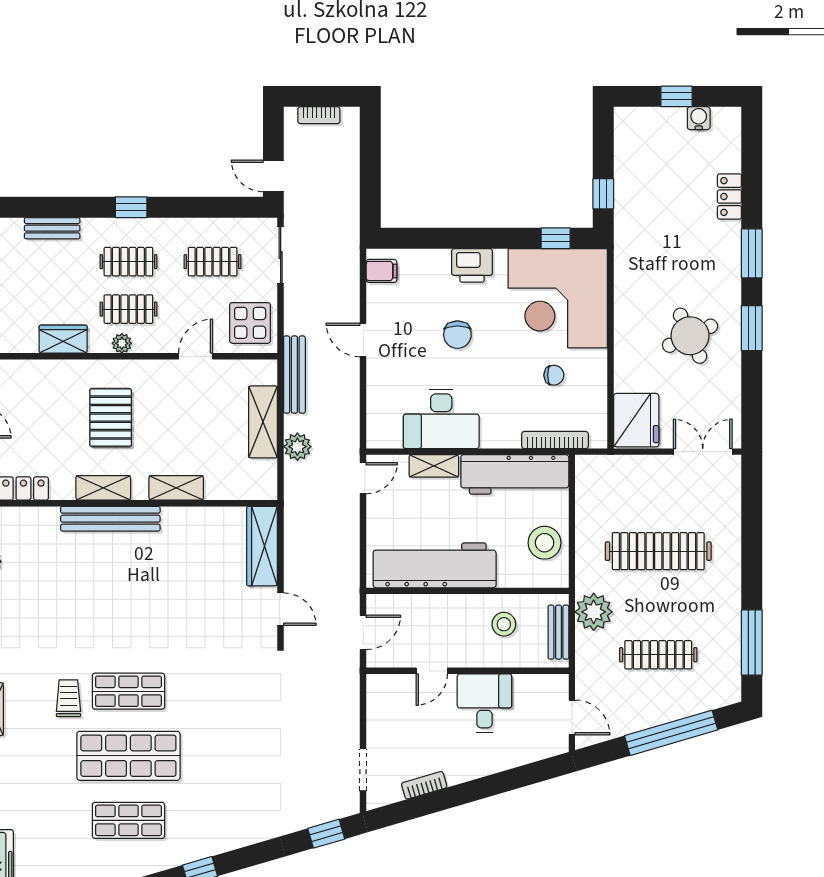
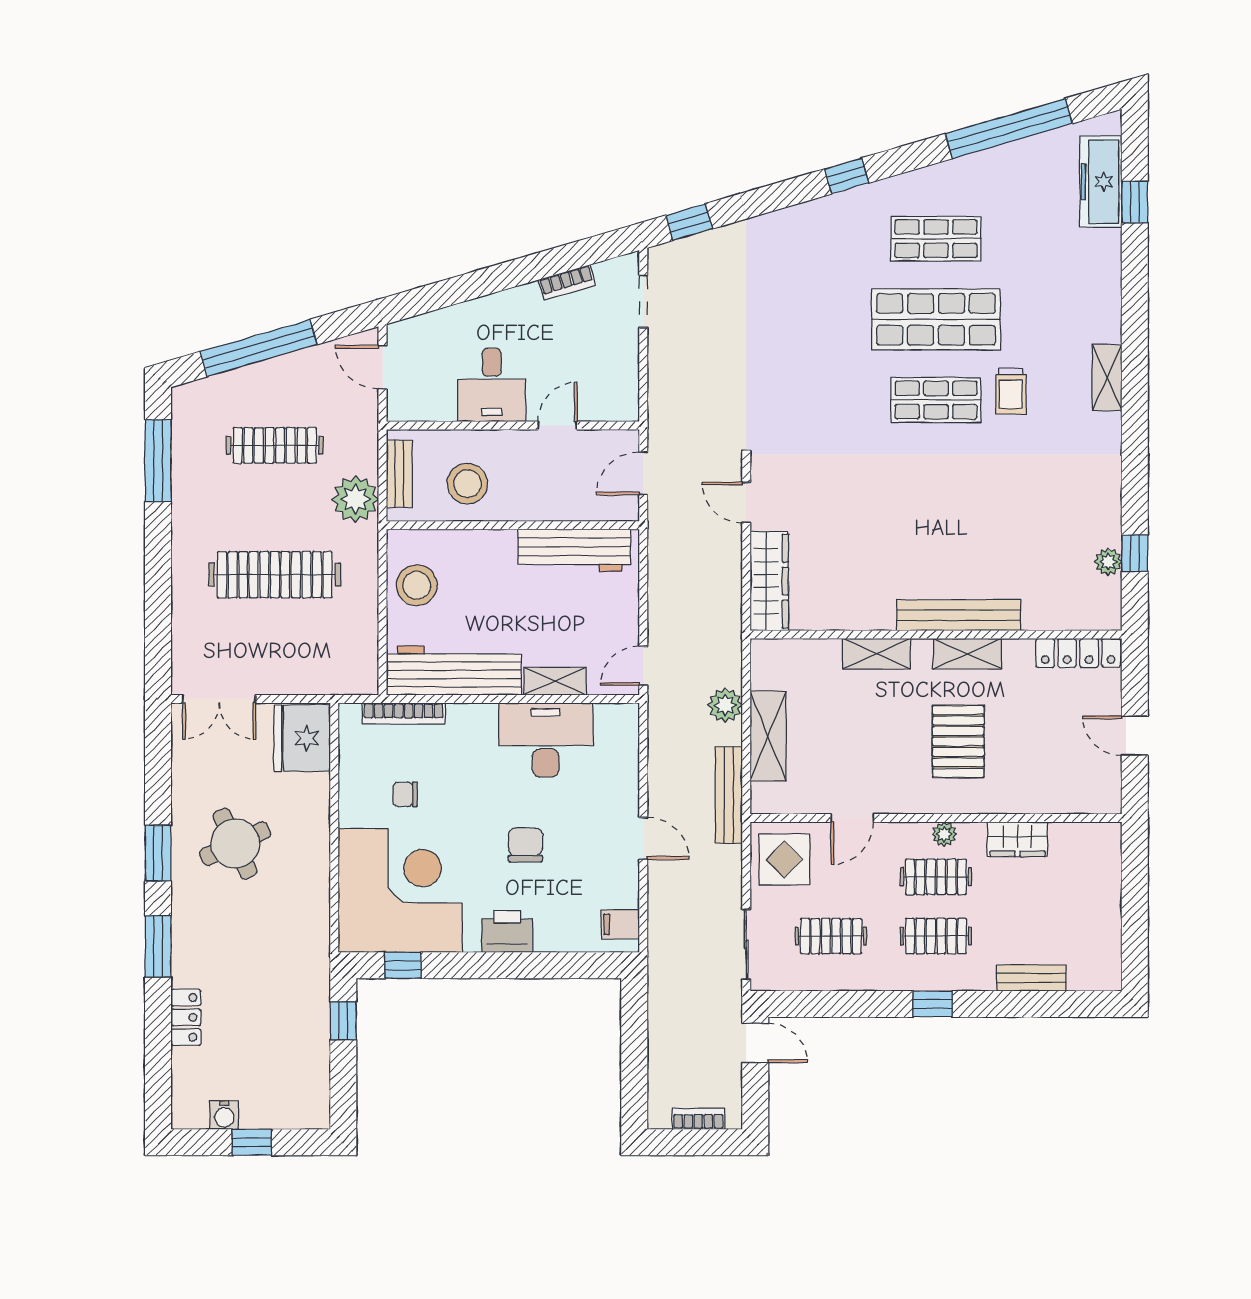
workbench: (435, 565) -> (574, 550), width x0.73, depth x0.76
stool: (504, 624) -> (467, 484), width x1.38, depth x1.38

